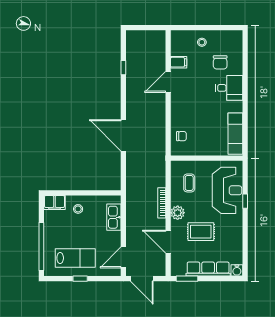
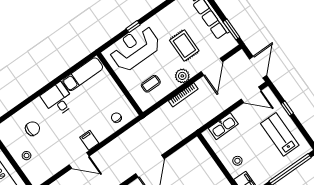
filing cabinet: (179, 62) -> (89, 140), moved
desk: (229, 88) -> (58, 100), moved
window: (80, 279) -> (287, 108), moved

